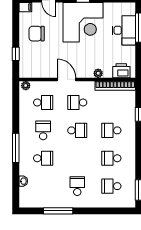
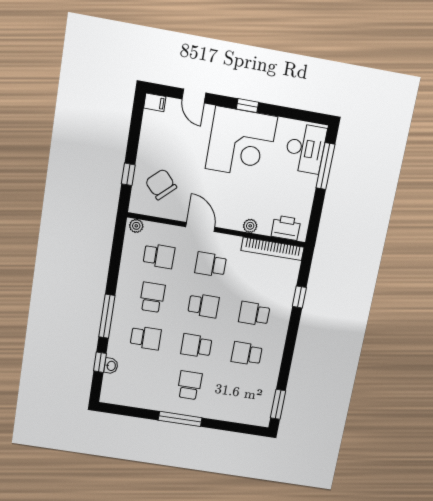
desk: (124, 30) -> (305, 148), moved
chair: (37, 34) -> (161, 184), moved, turned 47
window: (16, 180) -> (100, 362), added
school desk: (111, 186) -> (196, 346), moved
window: (58, 211) -> (180, 419), moved

